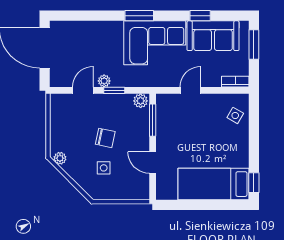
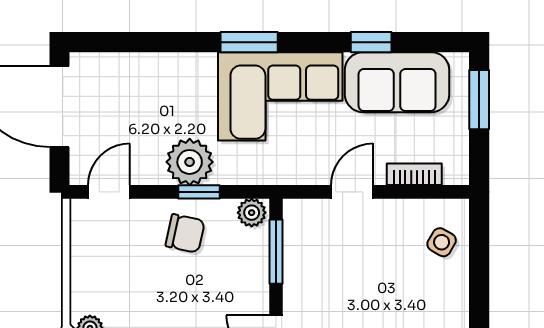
plant: (104, 81) -> (190, 162), width x1.88, depth x1.88
bookcase: (235, 82) -> (414, 174), moved
door: (83, 90) -> (109, 192), moved
chair: (105, 138) -> (185, 233), moved

